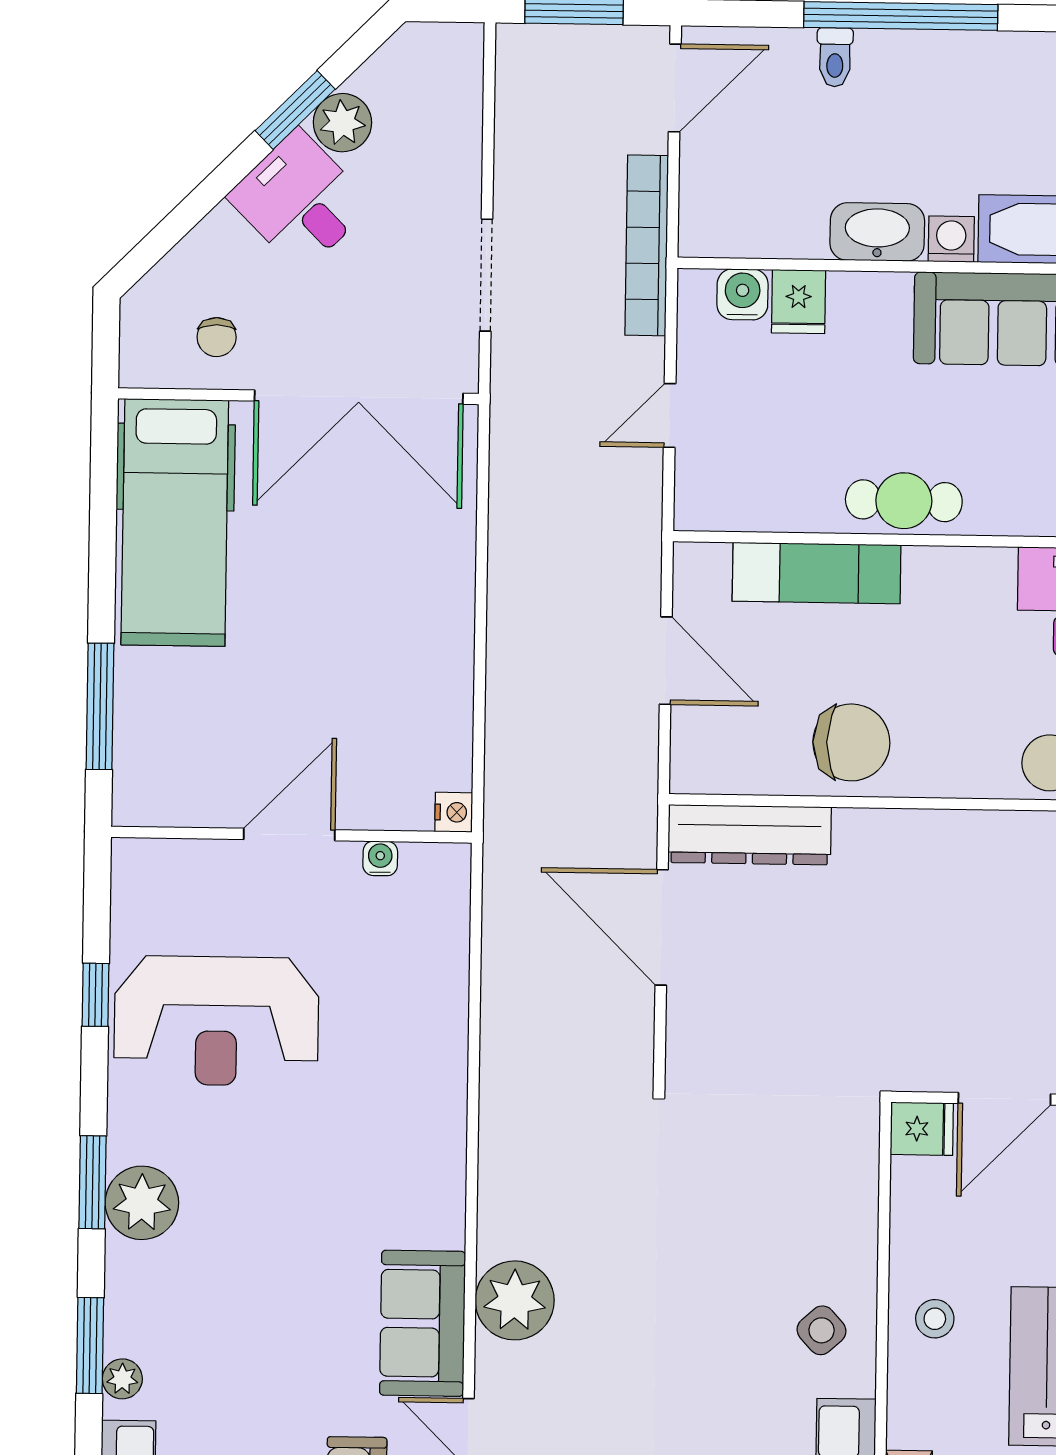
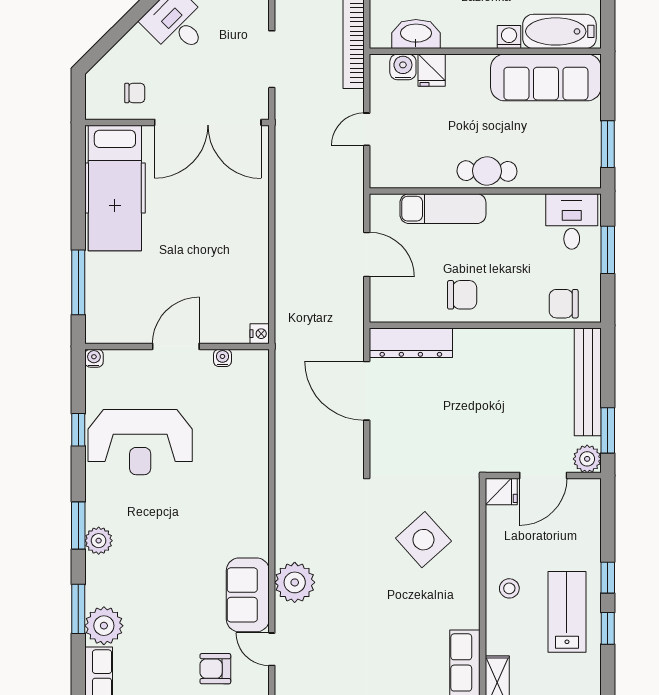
washbasin: (877, 232) -> (416, 34), moved
chair: (217, 337) -> (135, 93), turned -90
chair: (851, 742) -> (462, 295), width x0.73, depth x0.73
water cooler: (128, 855) -> (94, 358), added
plant: (142, 1203) -> (99, 541), width x0.73, depth x0.73
side table: (822, 1330) -> (423, 540), moved, width x1.87, depth x1.87
plant: (122, 1379) -> (104, 626), width x1.87, depth x1.87

